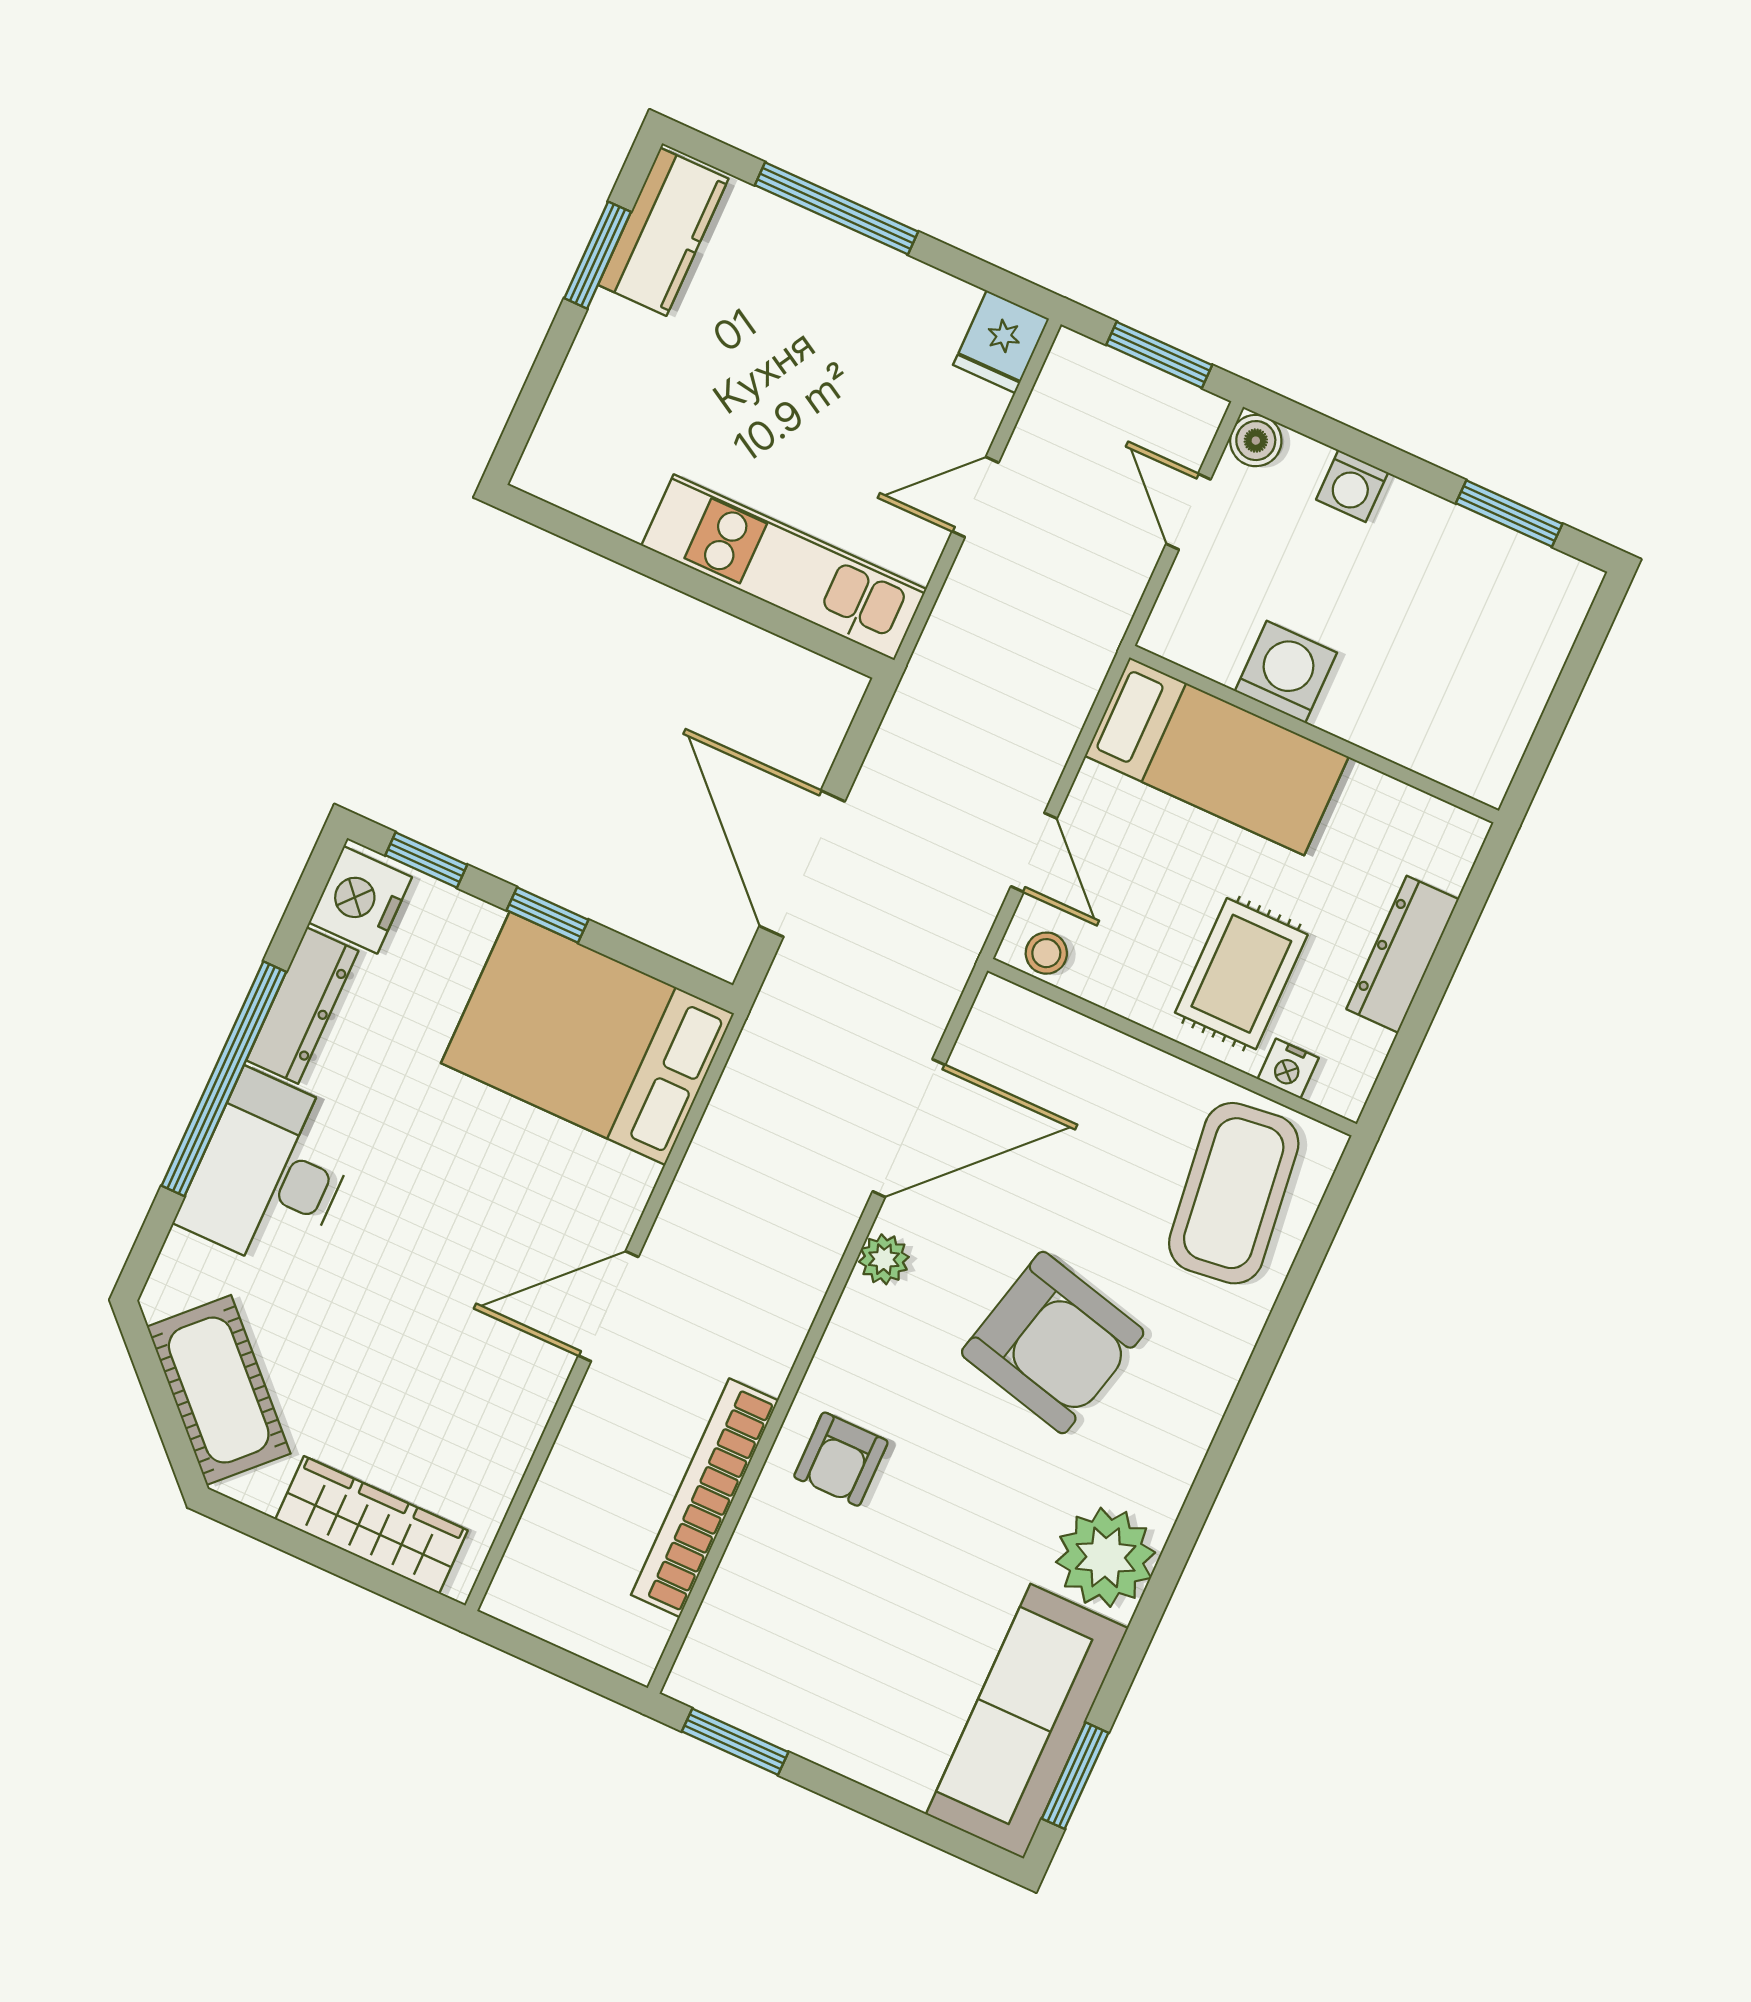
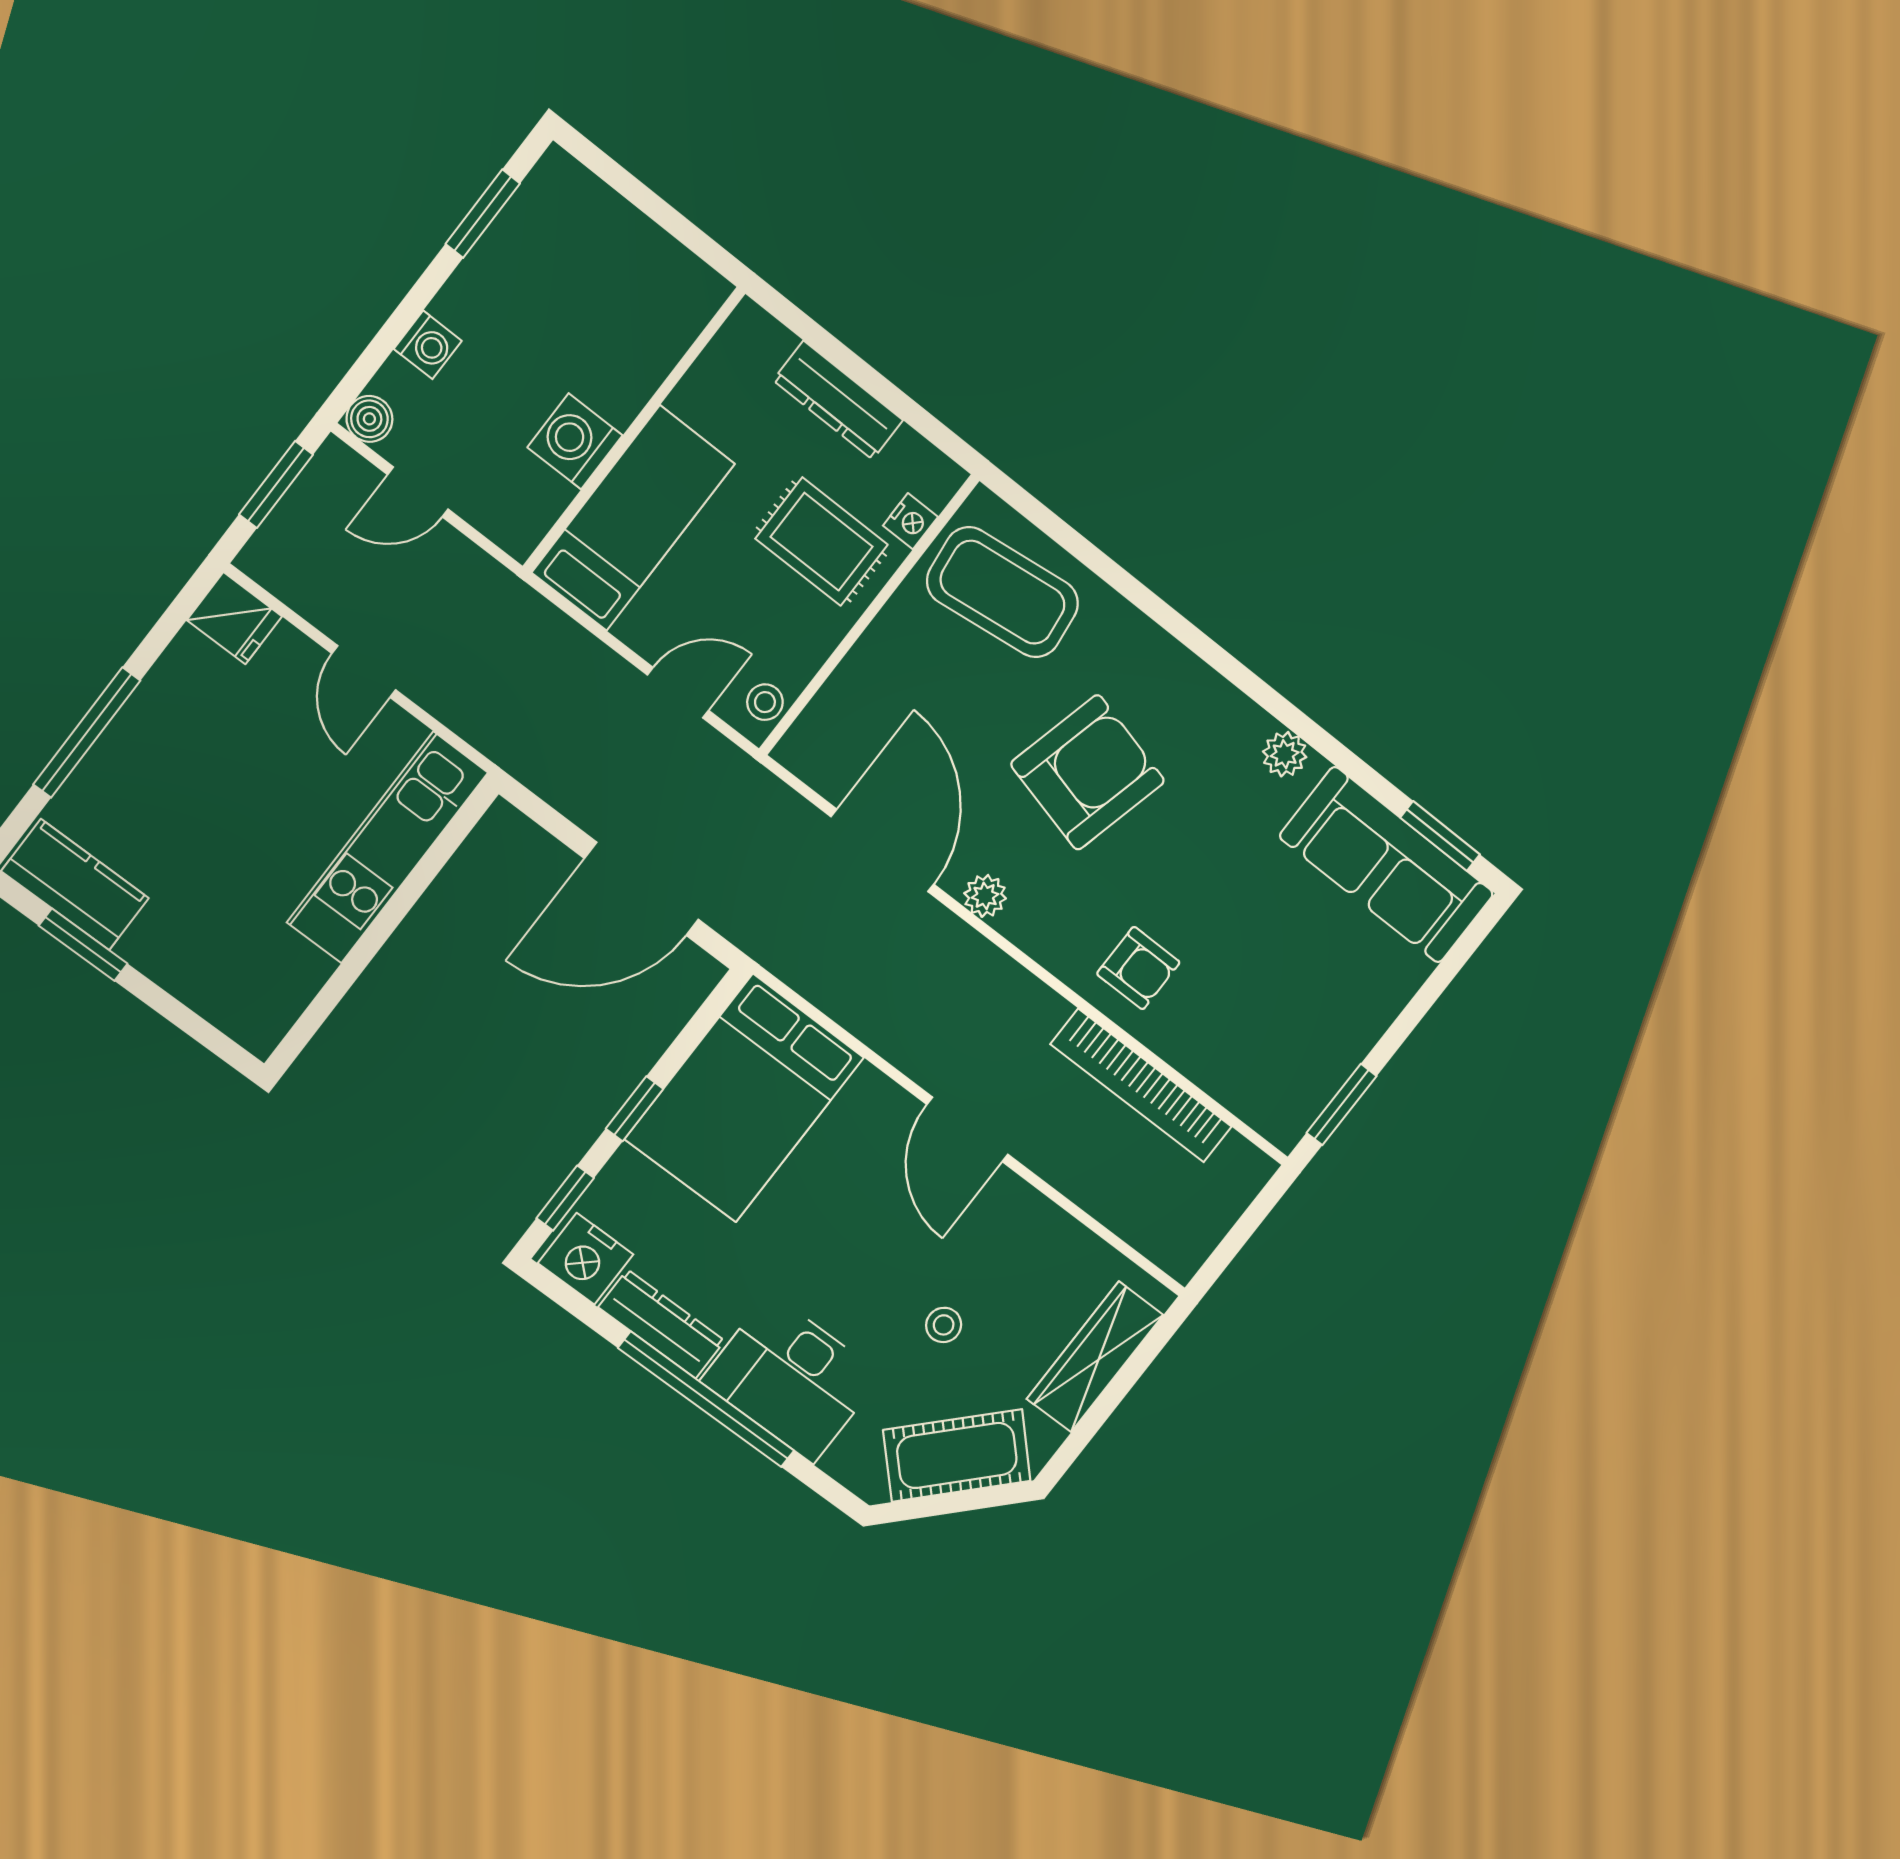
stool: (371, 1336) -> (944, 1325), added
plant: (1106, 1557) -> (1285, 754), width x0.53, depth x0.53

